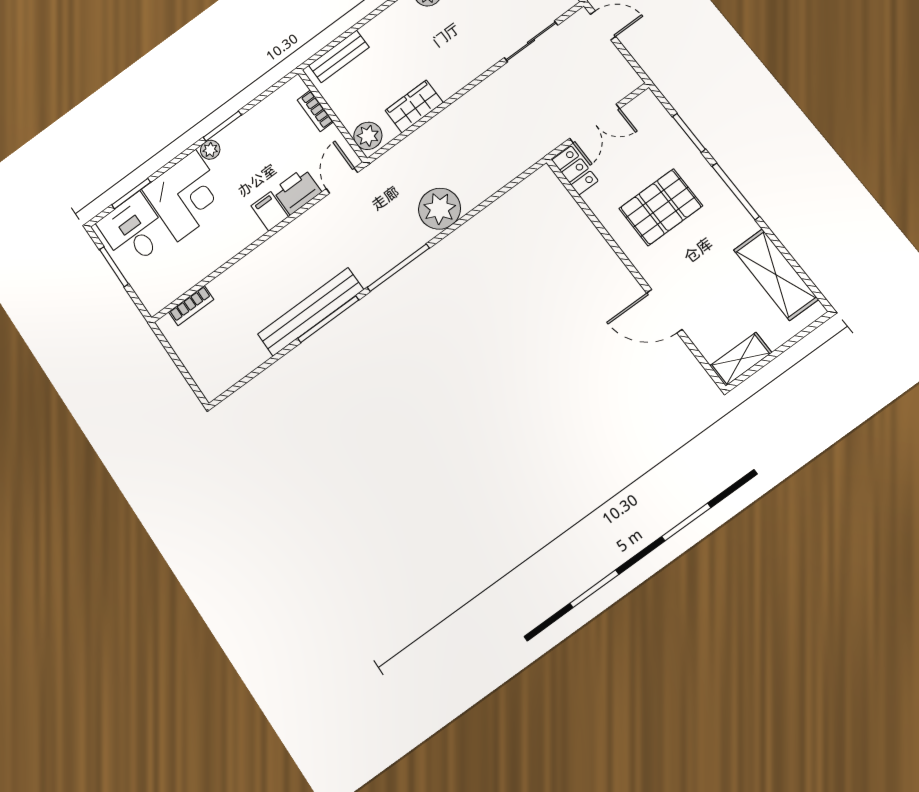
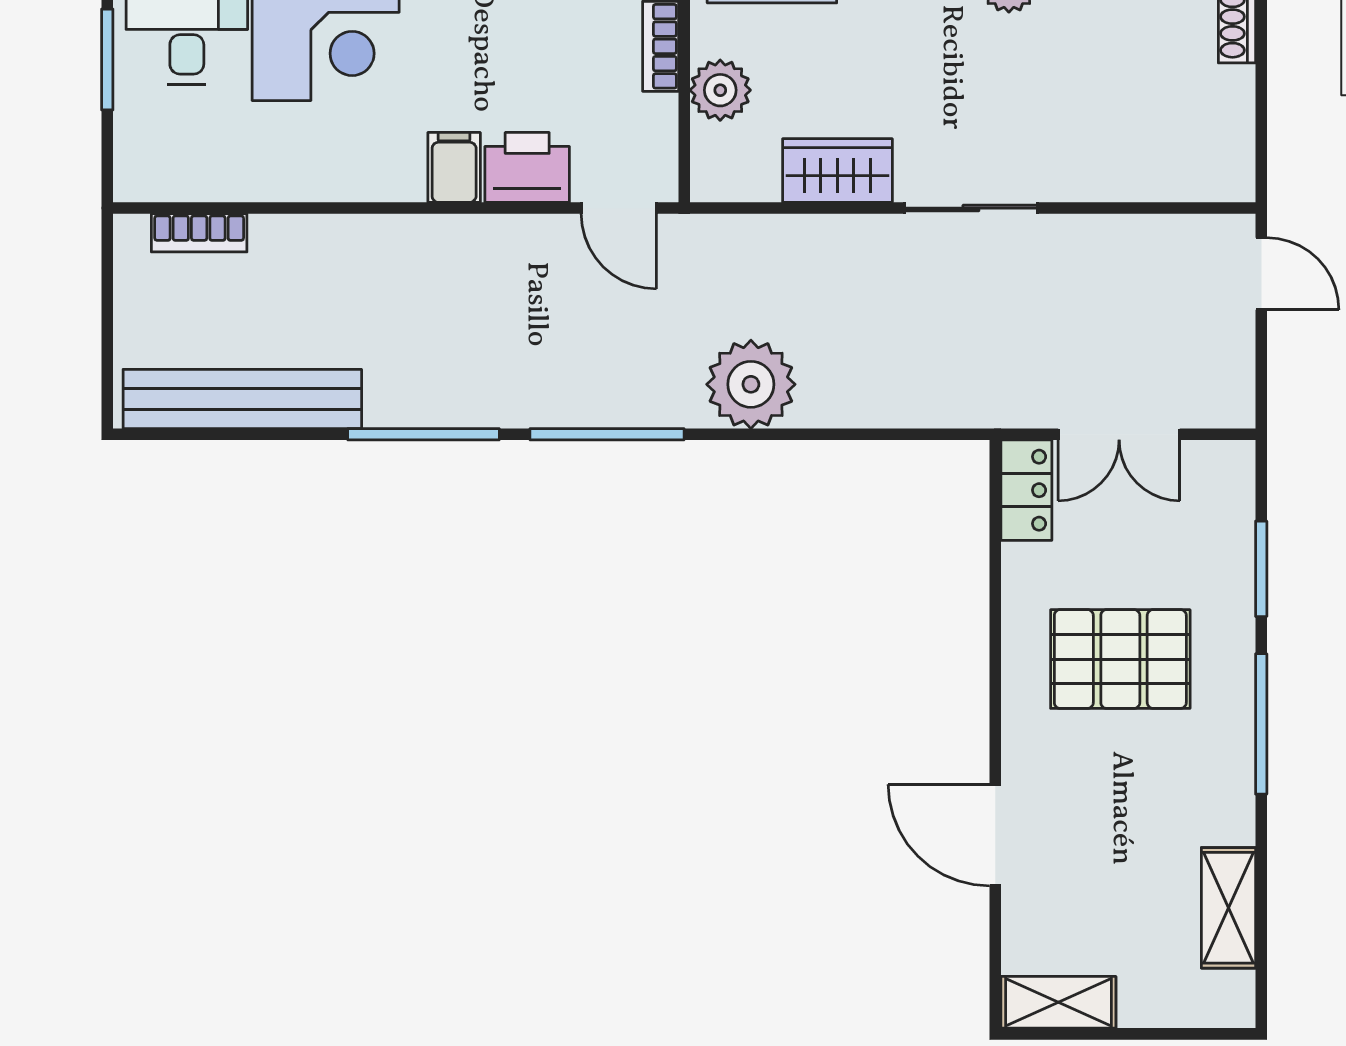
sliding door: (531, 41) -> (971, 208), moved
plant: (368, 136) -> (720, 90), moved
door: (342, 181) -> (619, 208), swing flipped
shelving: (776, 275) -> (1228, 908), width x0.67, depth x0.75
bench: (311, 312) -> (242, 399), moved

